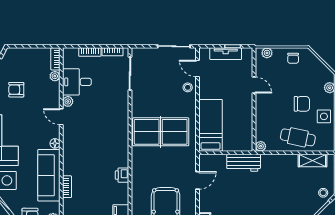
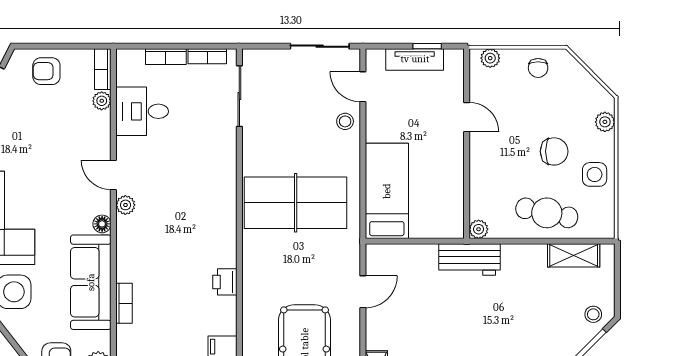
armchair: (16, 90) -> (46, 71), moved
plant: (68, 101) -> (125, 205), moved
workbench: (244, 163) -> (469, 259), moved

